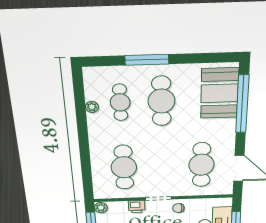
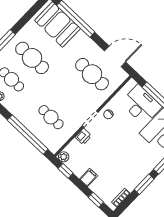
window: (86, 163) -> (28, 135), added
cafe table: (124, 167) -> (51, 117), width x0.73, depth x0.74

